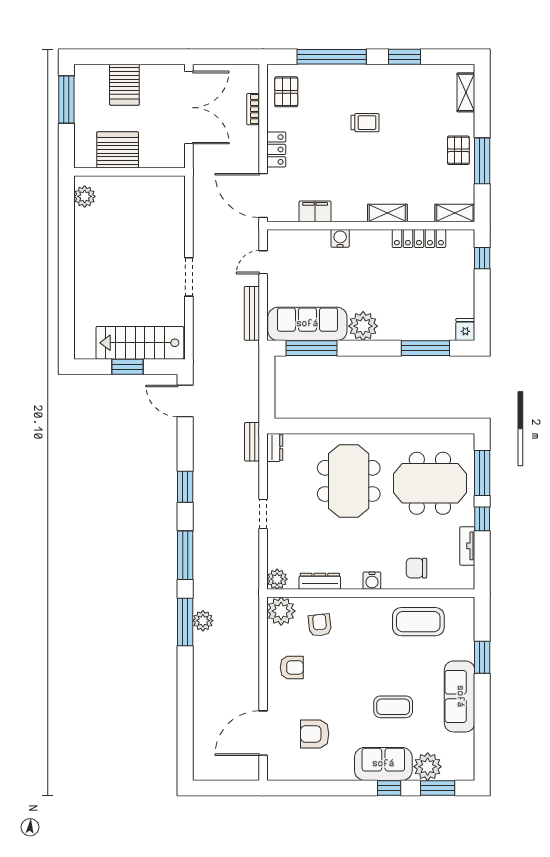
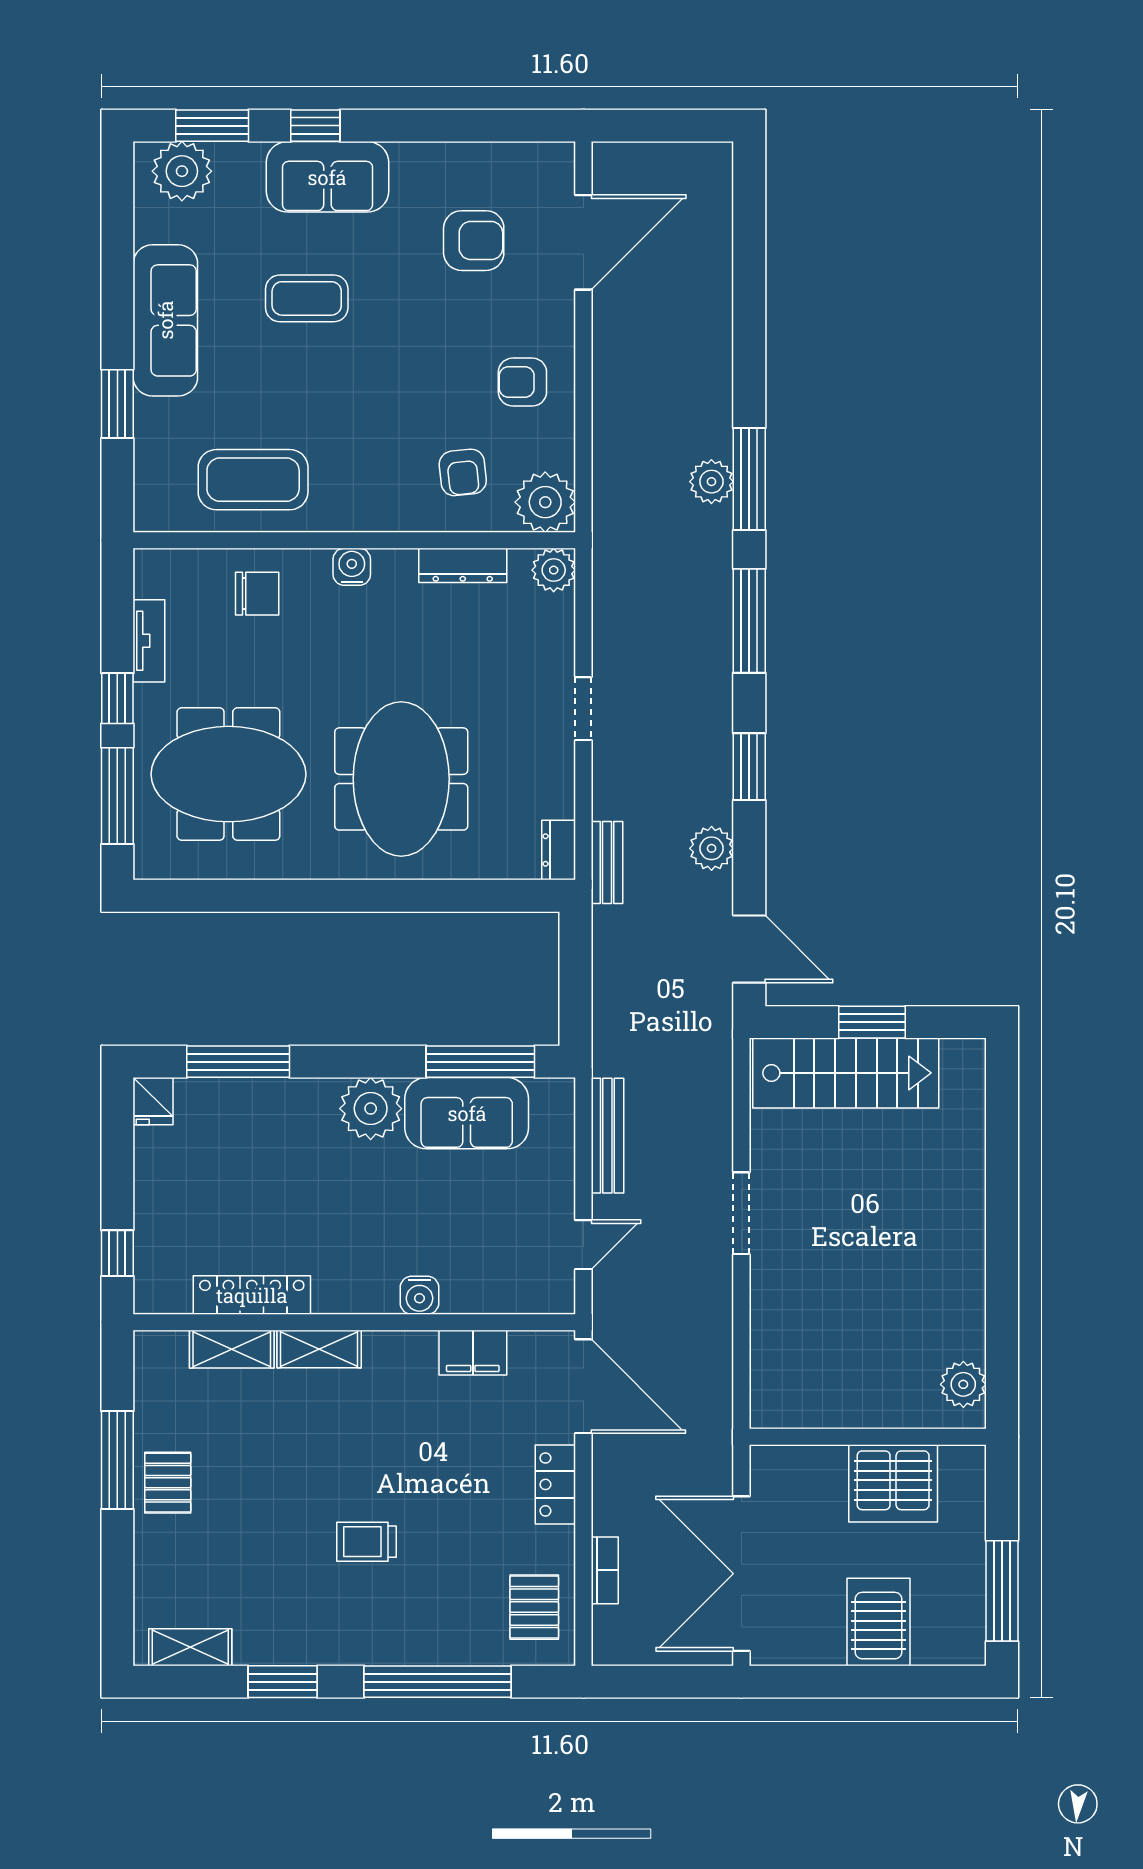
shelving: (466, 92) -> (190, 1647), moved, turned 90
shelving: (455, 213) -> (232, 1349), moved
sofa: (307, 324) -> (467, 1113), width x0.73
plant: (203, 448) -> (712, 848), added
plant: (428, 767) -> (182, 171), moved

